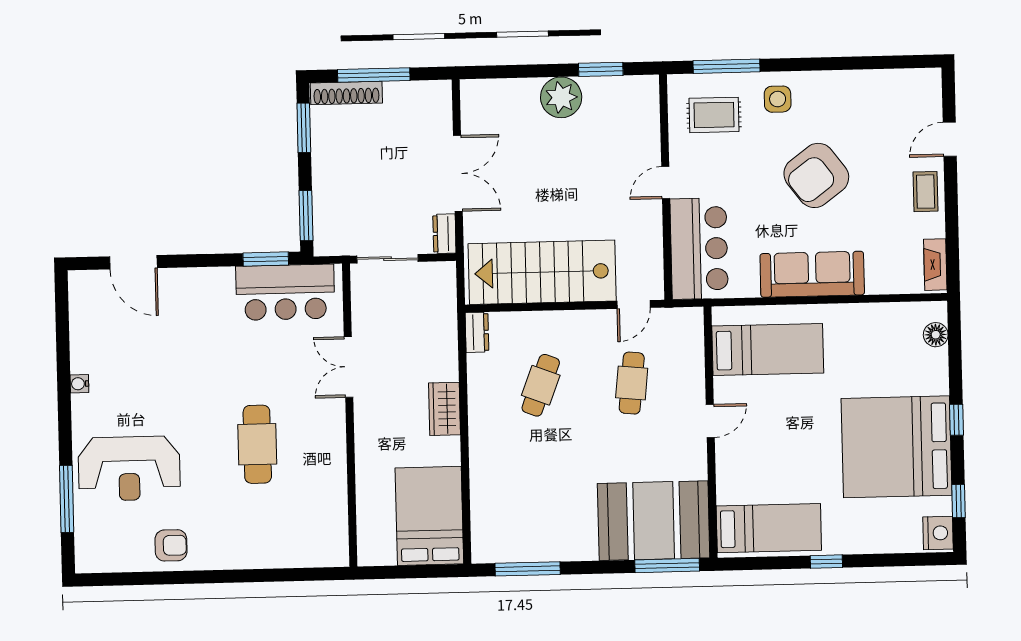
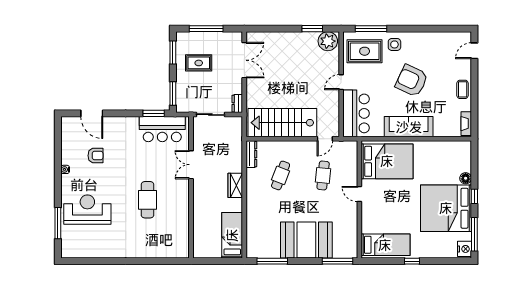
shoe rack: (346, 93) -> (193, 37), removed
plant: (561, 97) -> (328, 41), moved
rug: (714, 115) -> (365, 51), width x1.36, depth x1.43
door: (950, 139) -> (474, 51), moved
rug: (360, 149) -> (199, 63), added
double door: (458, 173) -> (244, 60), moved
armchair: (816, 175) -> (412, 81), turned 62
dresser: (477, 332) -> (251, 154), width x1.44
floor lamp: (936, 335) -> (466, 178), moved
bed: (768, 349) -> (387, 161), width x1.50
door: (710, 421) -> (359, 194), swing flipped
reception desk: (129, 469) -> (87, 210), turned 180
window: (959, 501) -> (474, 234), width x2.17
bed: (429, 516) -> (232, 235), width x0.67
booth: (654, 521) -> (306, 240), moved
armchair: (171, 545) -> (96, 156), moved

